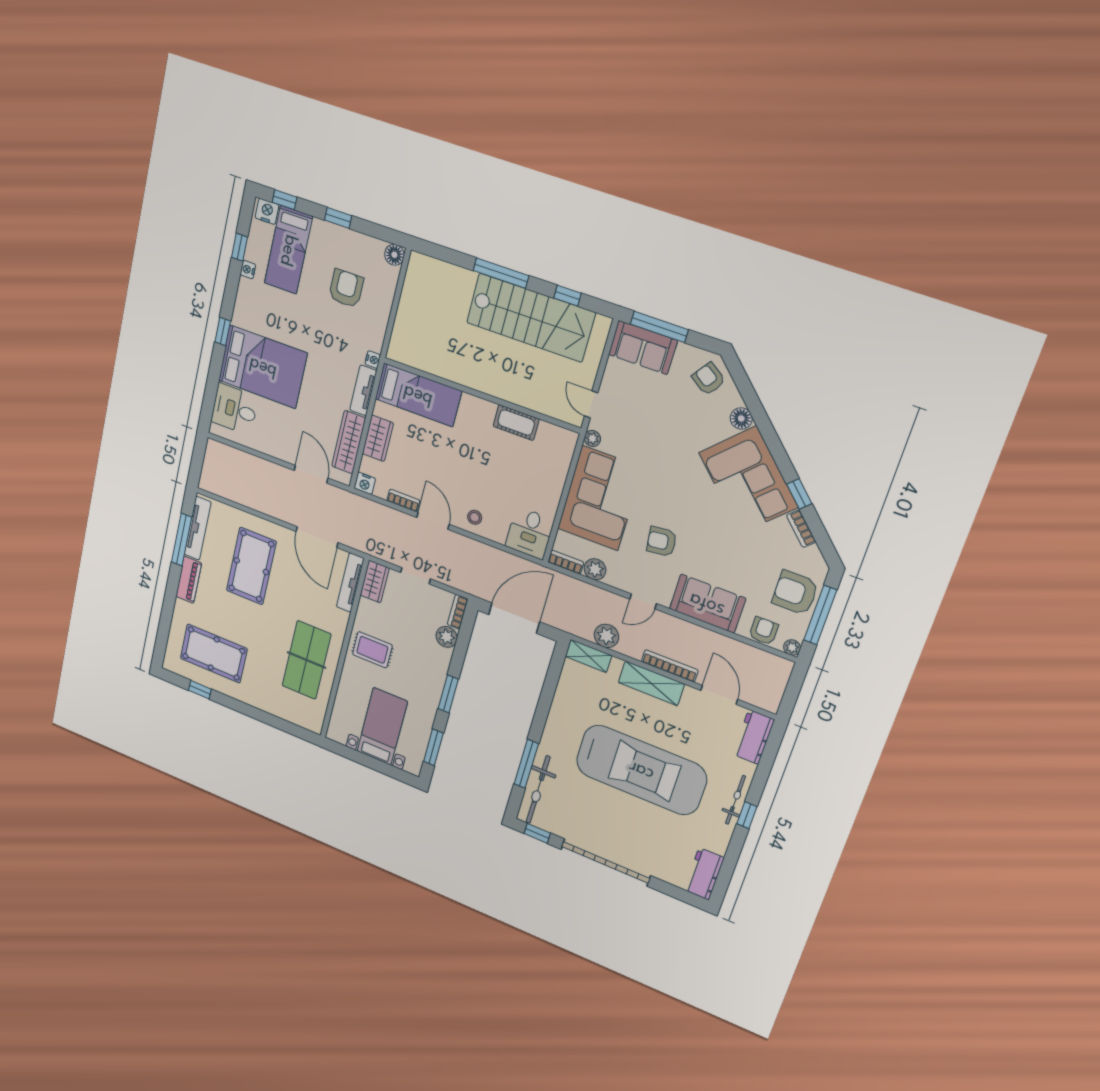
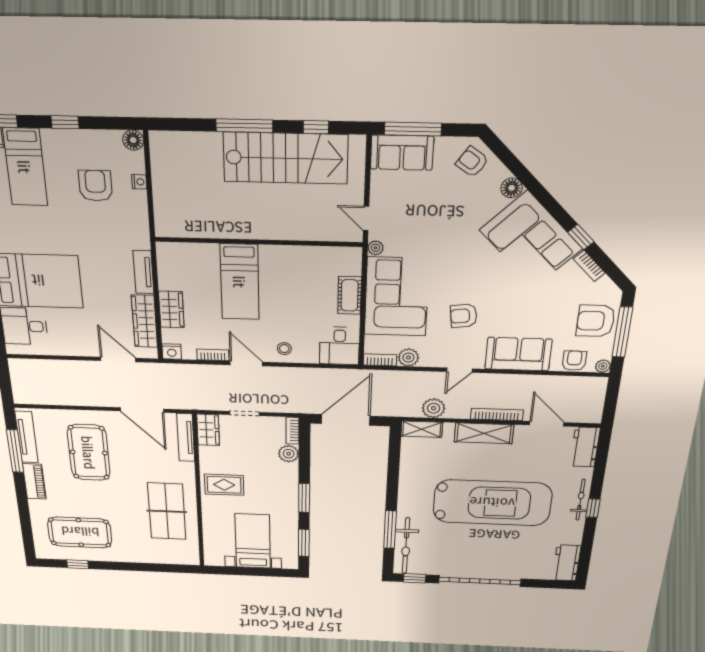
nightstand: (373, 360) -> (139, 182), moved
bed: (418, 395) -> (240, 282), moved, turned 90
cot: (516, 423) -> (350, 295), moved, turned 90

